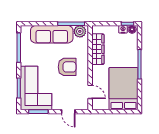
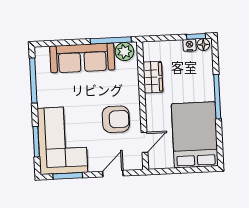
wardrobe: (98, 49) -> (153, 77), width x0.67
armchair: (67, 67) -> (116, 119), moved
door: (90, 92) -> (145, 142), hinge flipped
door: (68, 112) -> (113, 174), swing flipped

